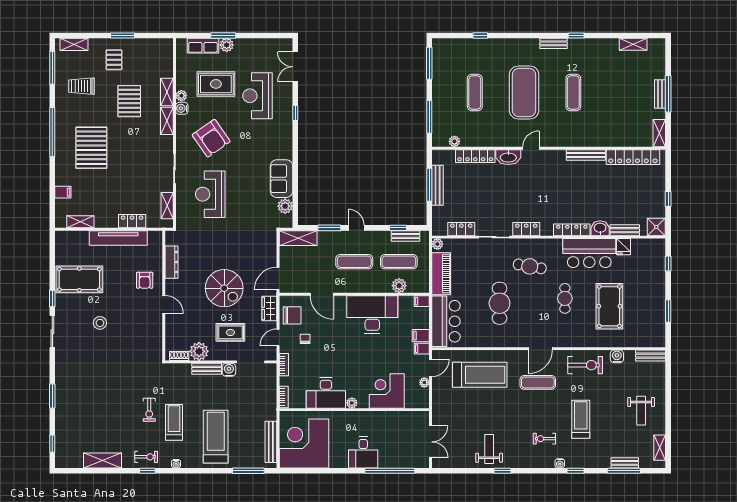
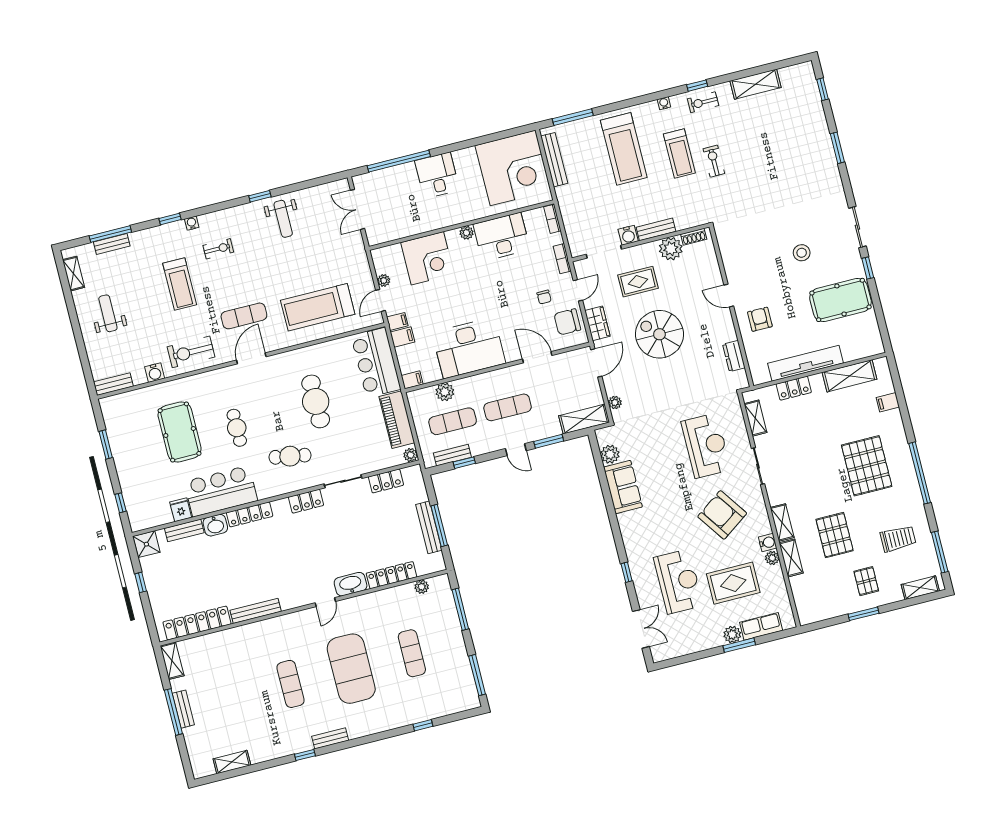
shelving: (80, 222) -> (849, 376), width x1.50, depth x1.33
plant: (271, 245) -> (615, 403), added
dresser: (172, 262) -> (734, 356), width x0.70

